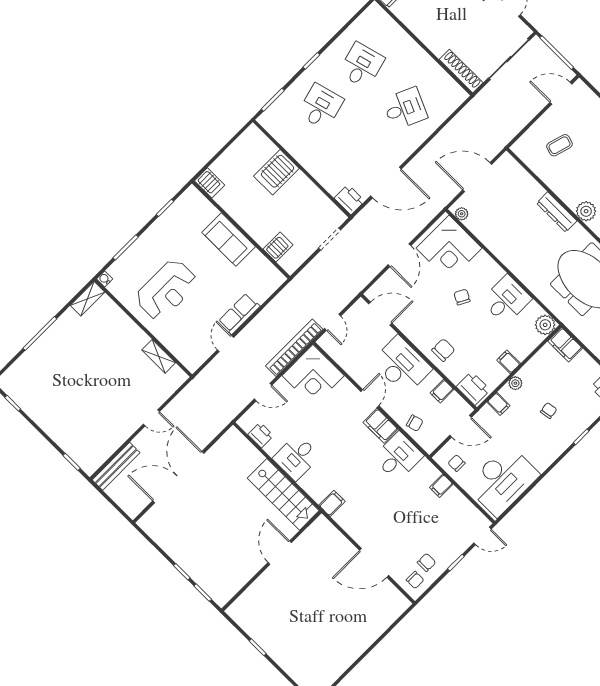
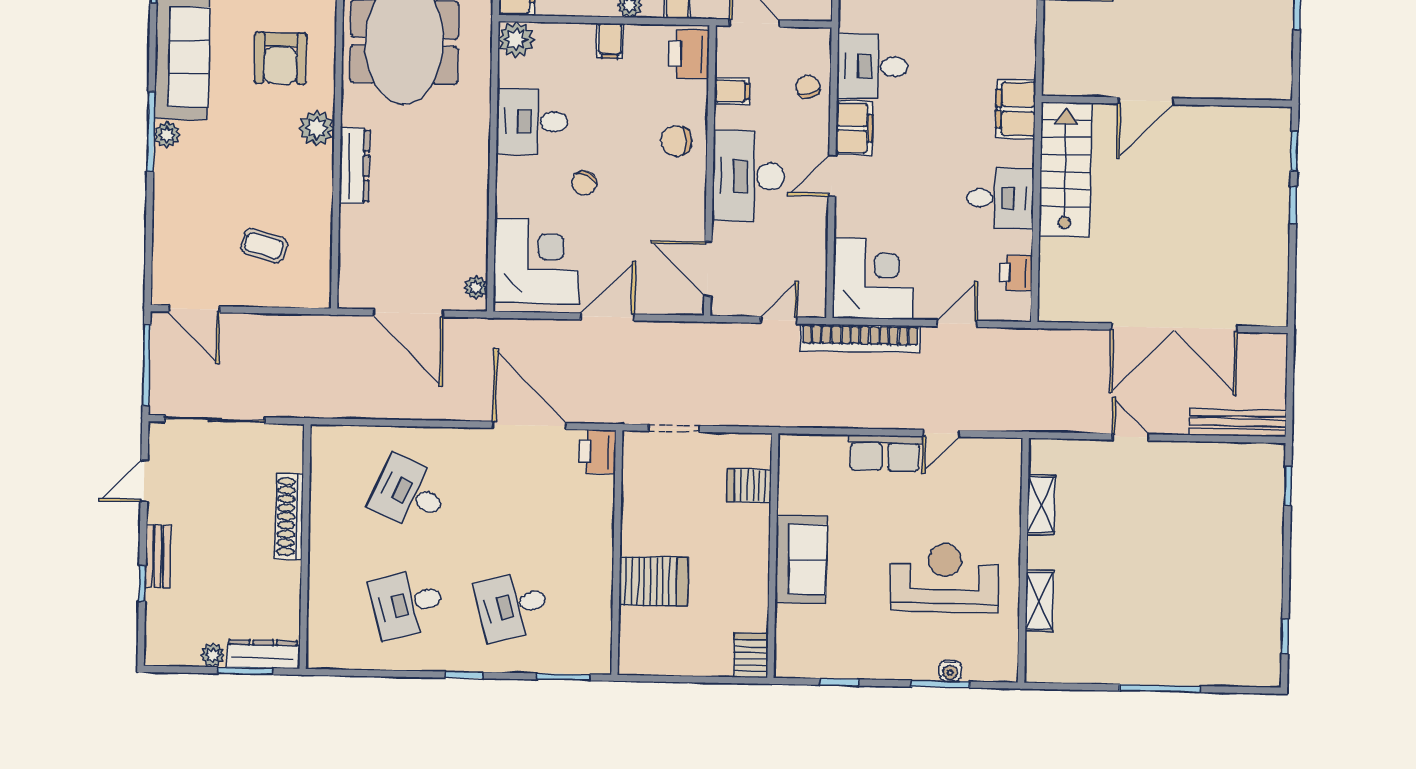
shoe rack: (461, 71) -> (289, 517), moved
water cooler: (105, 279) -> (950, 671), moved
shelving: (88, 299) -> (1039, 601), moved, turned 90
door: (263, 392) -> (957, 324), hinge flipped
filing cabinet: (332, 503) -> (1016, 109), width x2.00

